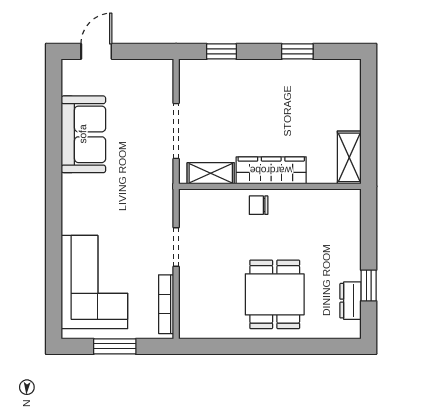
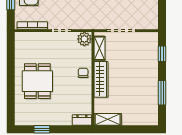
window: (297, 51) -> (162, 93), width x1.50
plant: (192, 203) -> (84, 39), added
dining table: (275, 294) -> (37, 81), turned 90
dresser: (350, 301) -> (82, 120), moved

